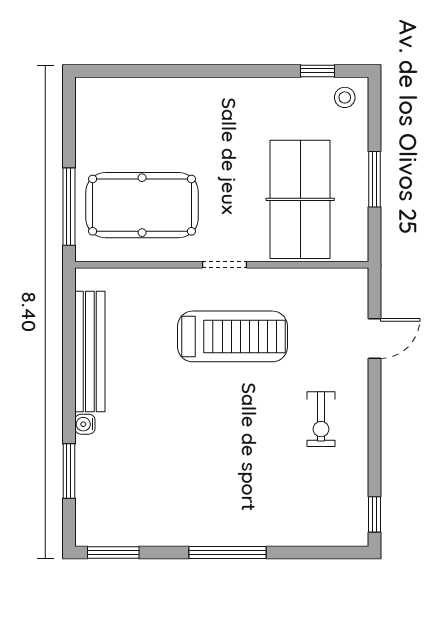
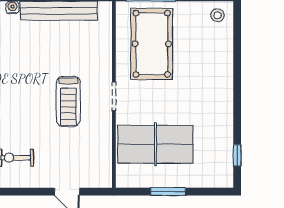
stool: (345, 97) -> (217, 15), moved
treadmill: (233, 336) -> (68, 101), width x0.73, depth x0.73

